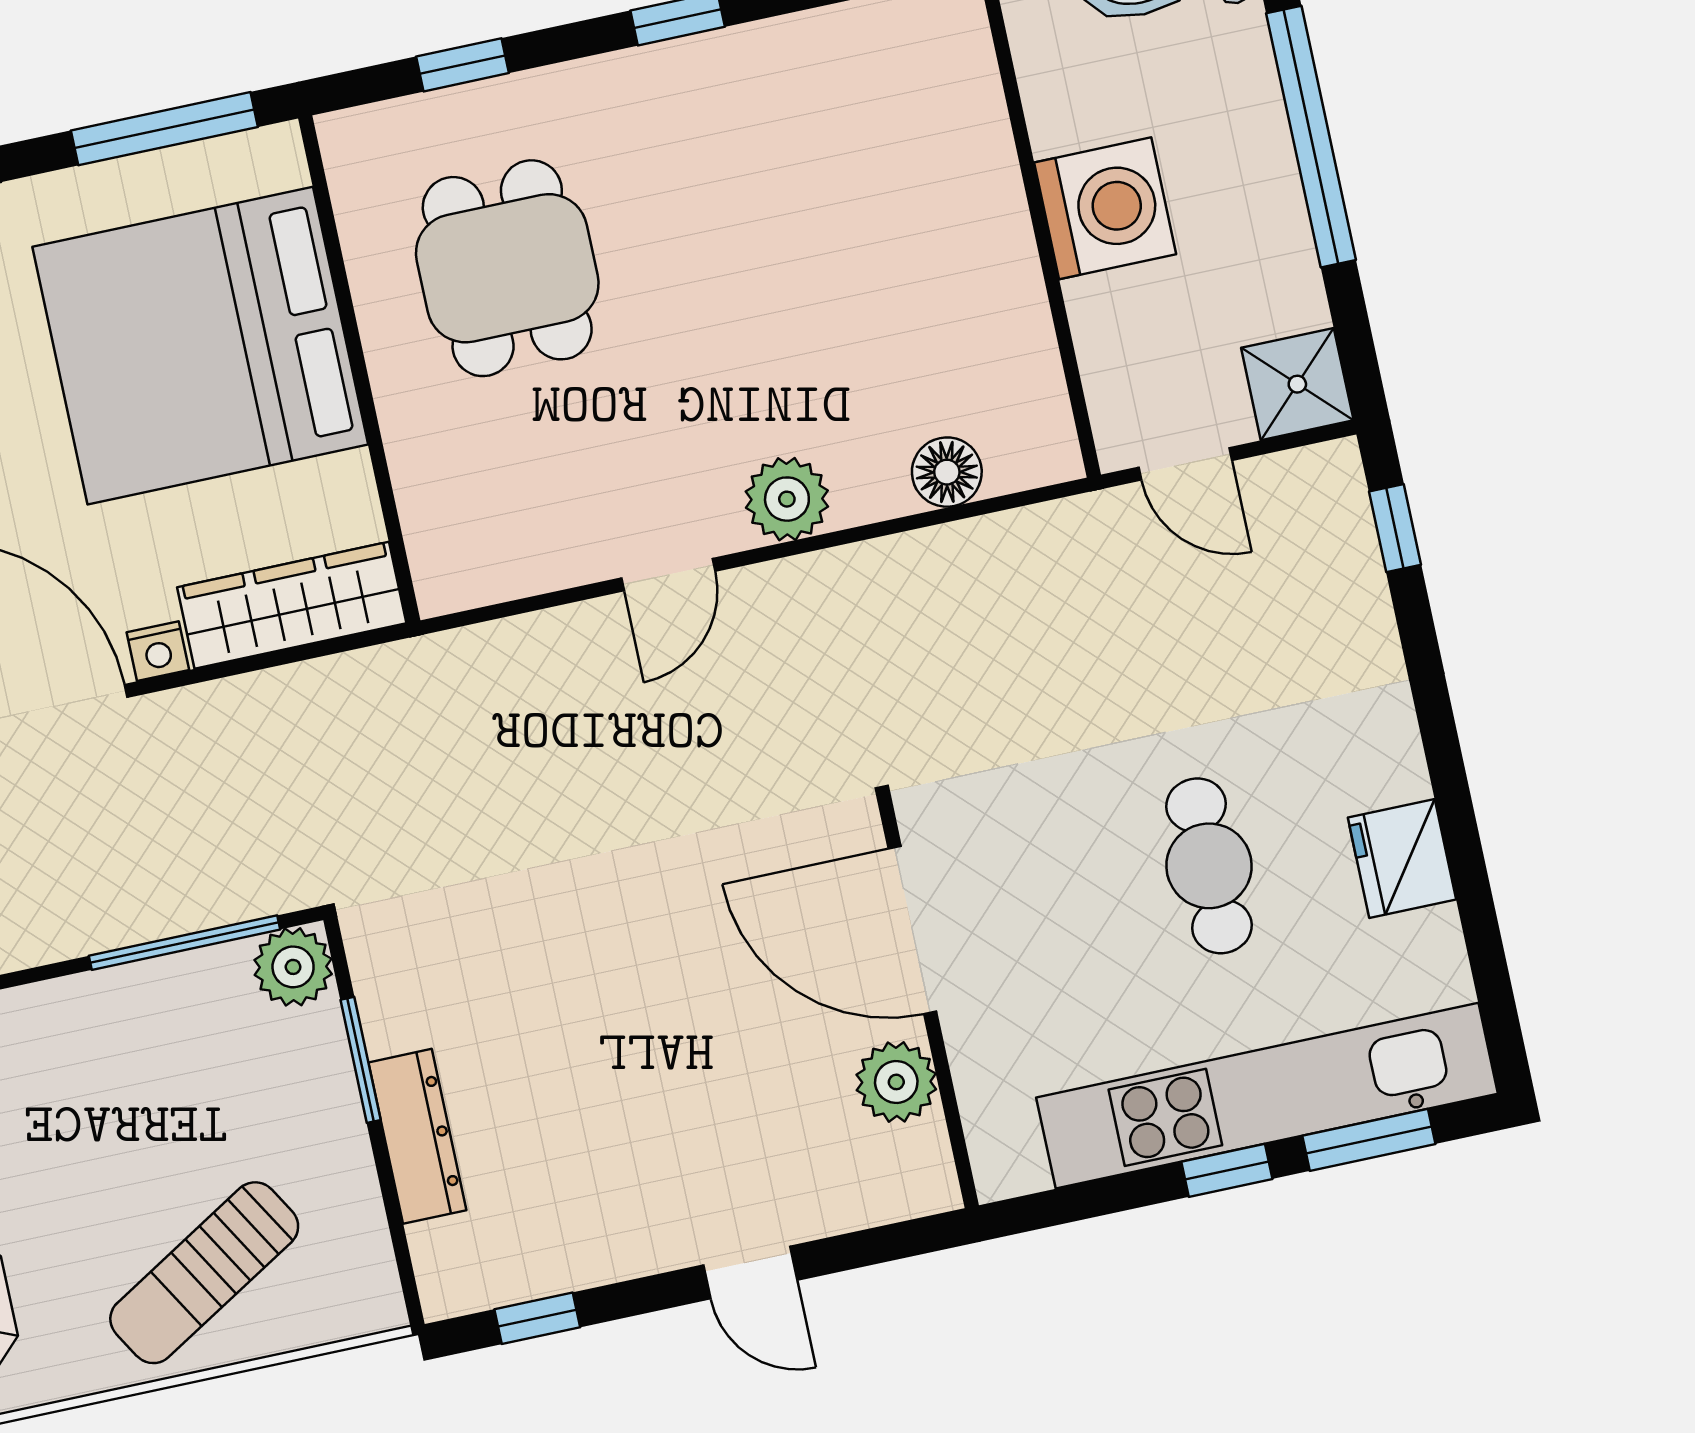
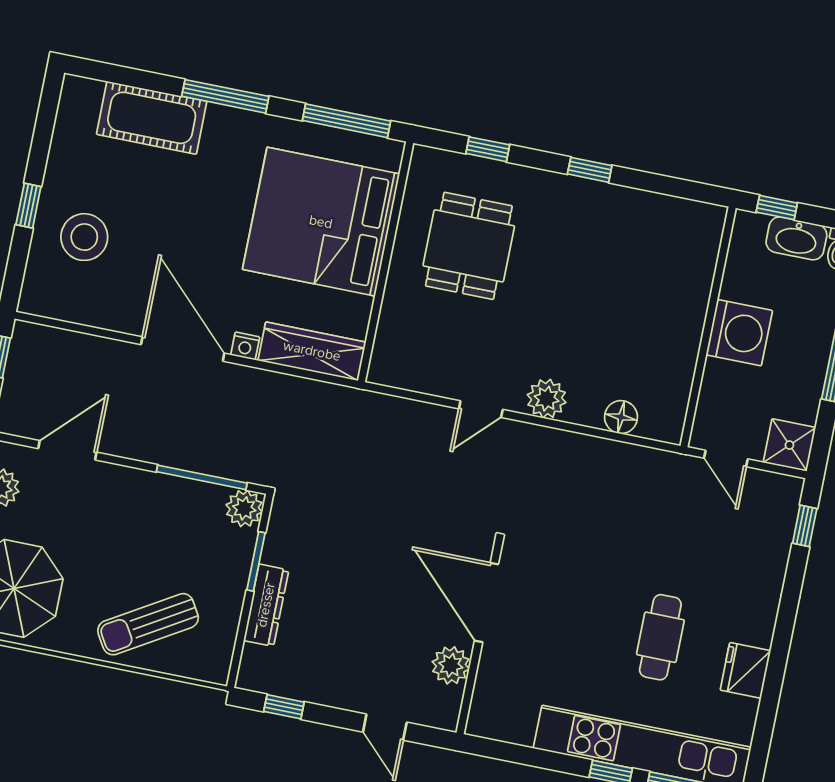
door: (912, 930) -> (486, 602), moved
wall: (928, 1003) -> (479, 637), moved
plant: (896, 1082) -> (451, 665), moved

